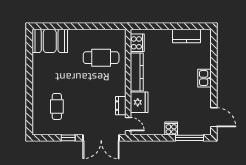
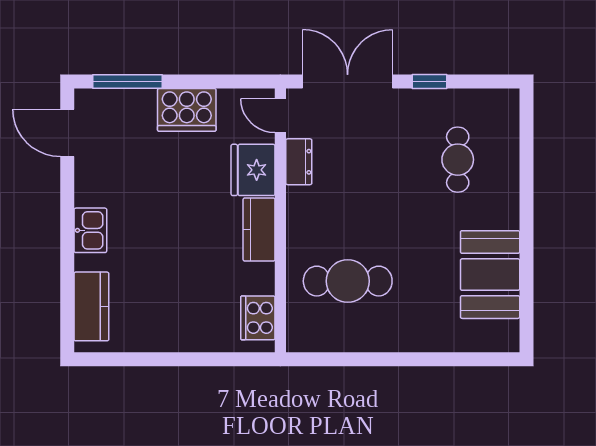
kitchen counter: (187, 36) -> (91, 306), moved, turned 90
booth: (50, 41) -> (490, 275), moved, turned 90
kitchen counter: (137, 72) -> (259, 230), width x0.67
cooker: (171, 128) -> (187, 110), width x1.87, depth x1.31

